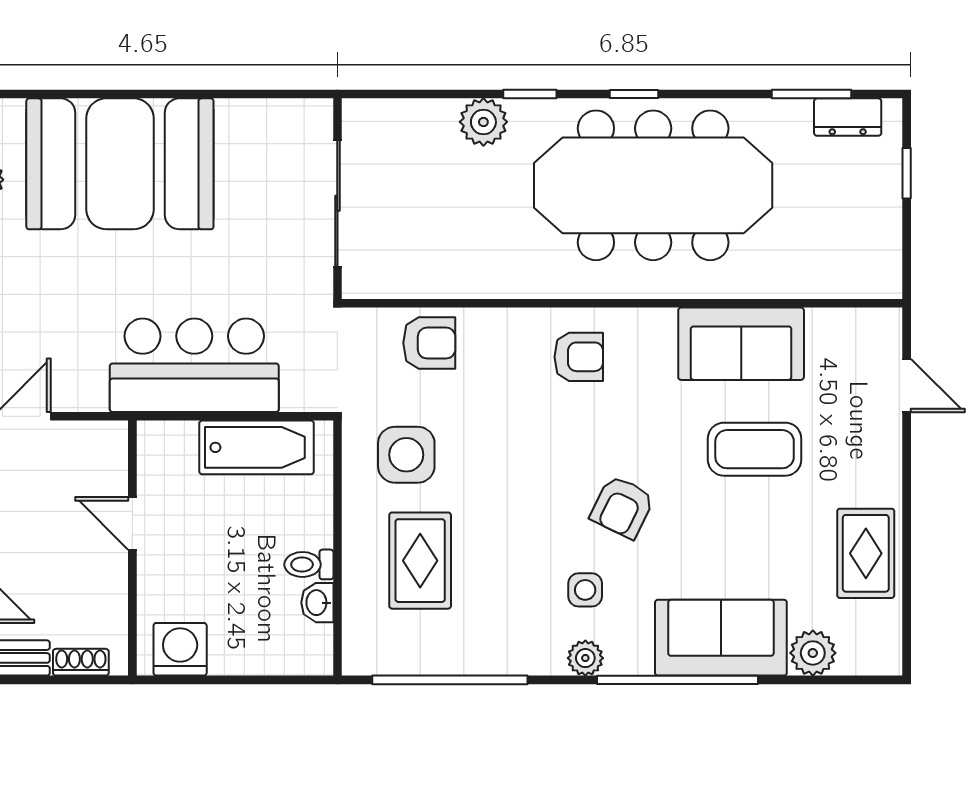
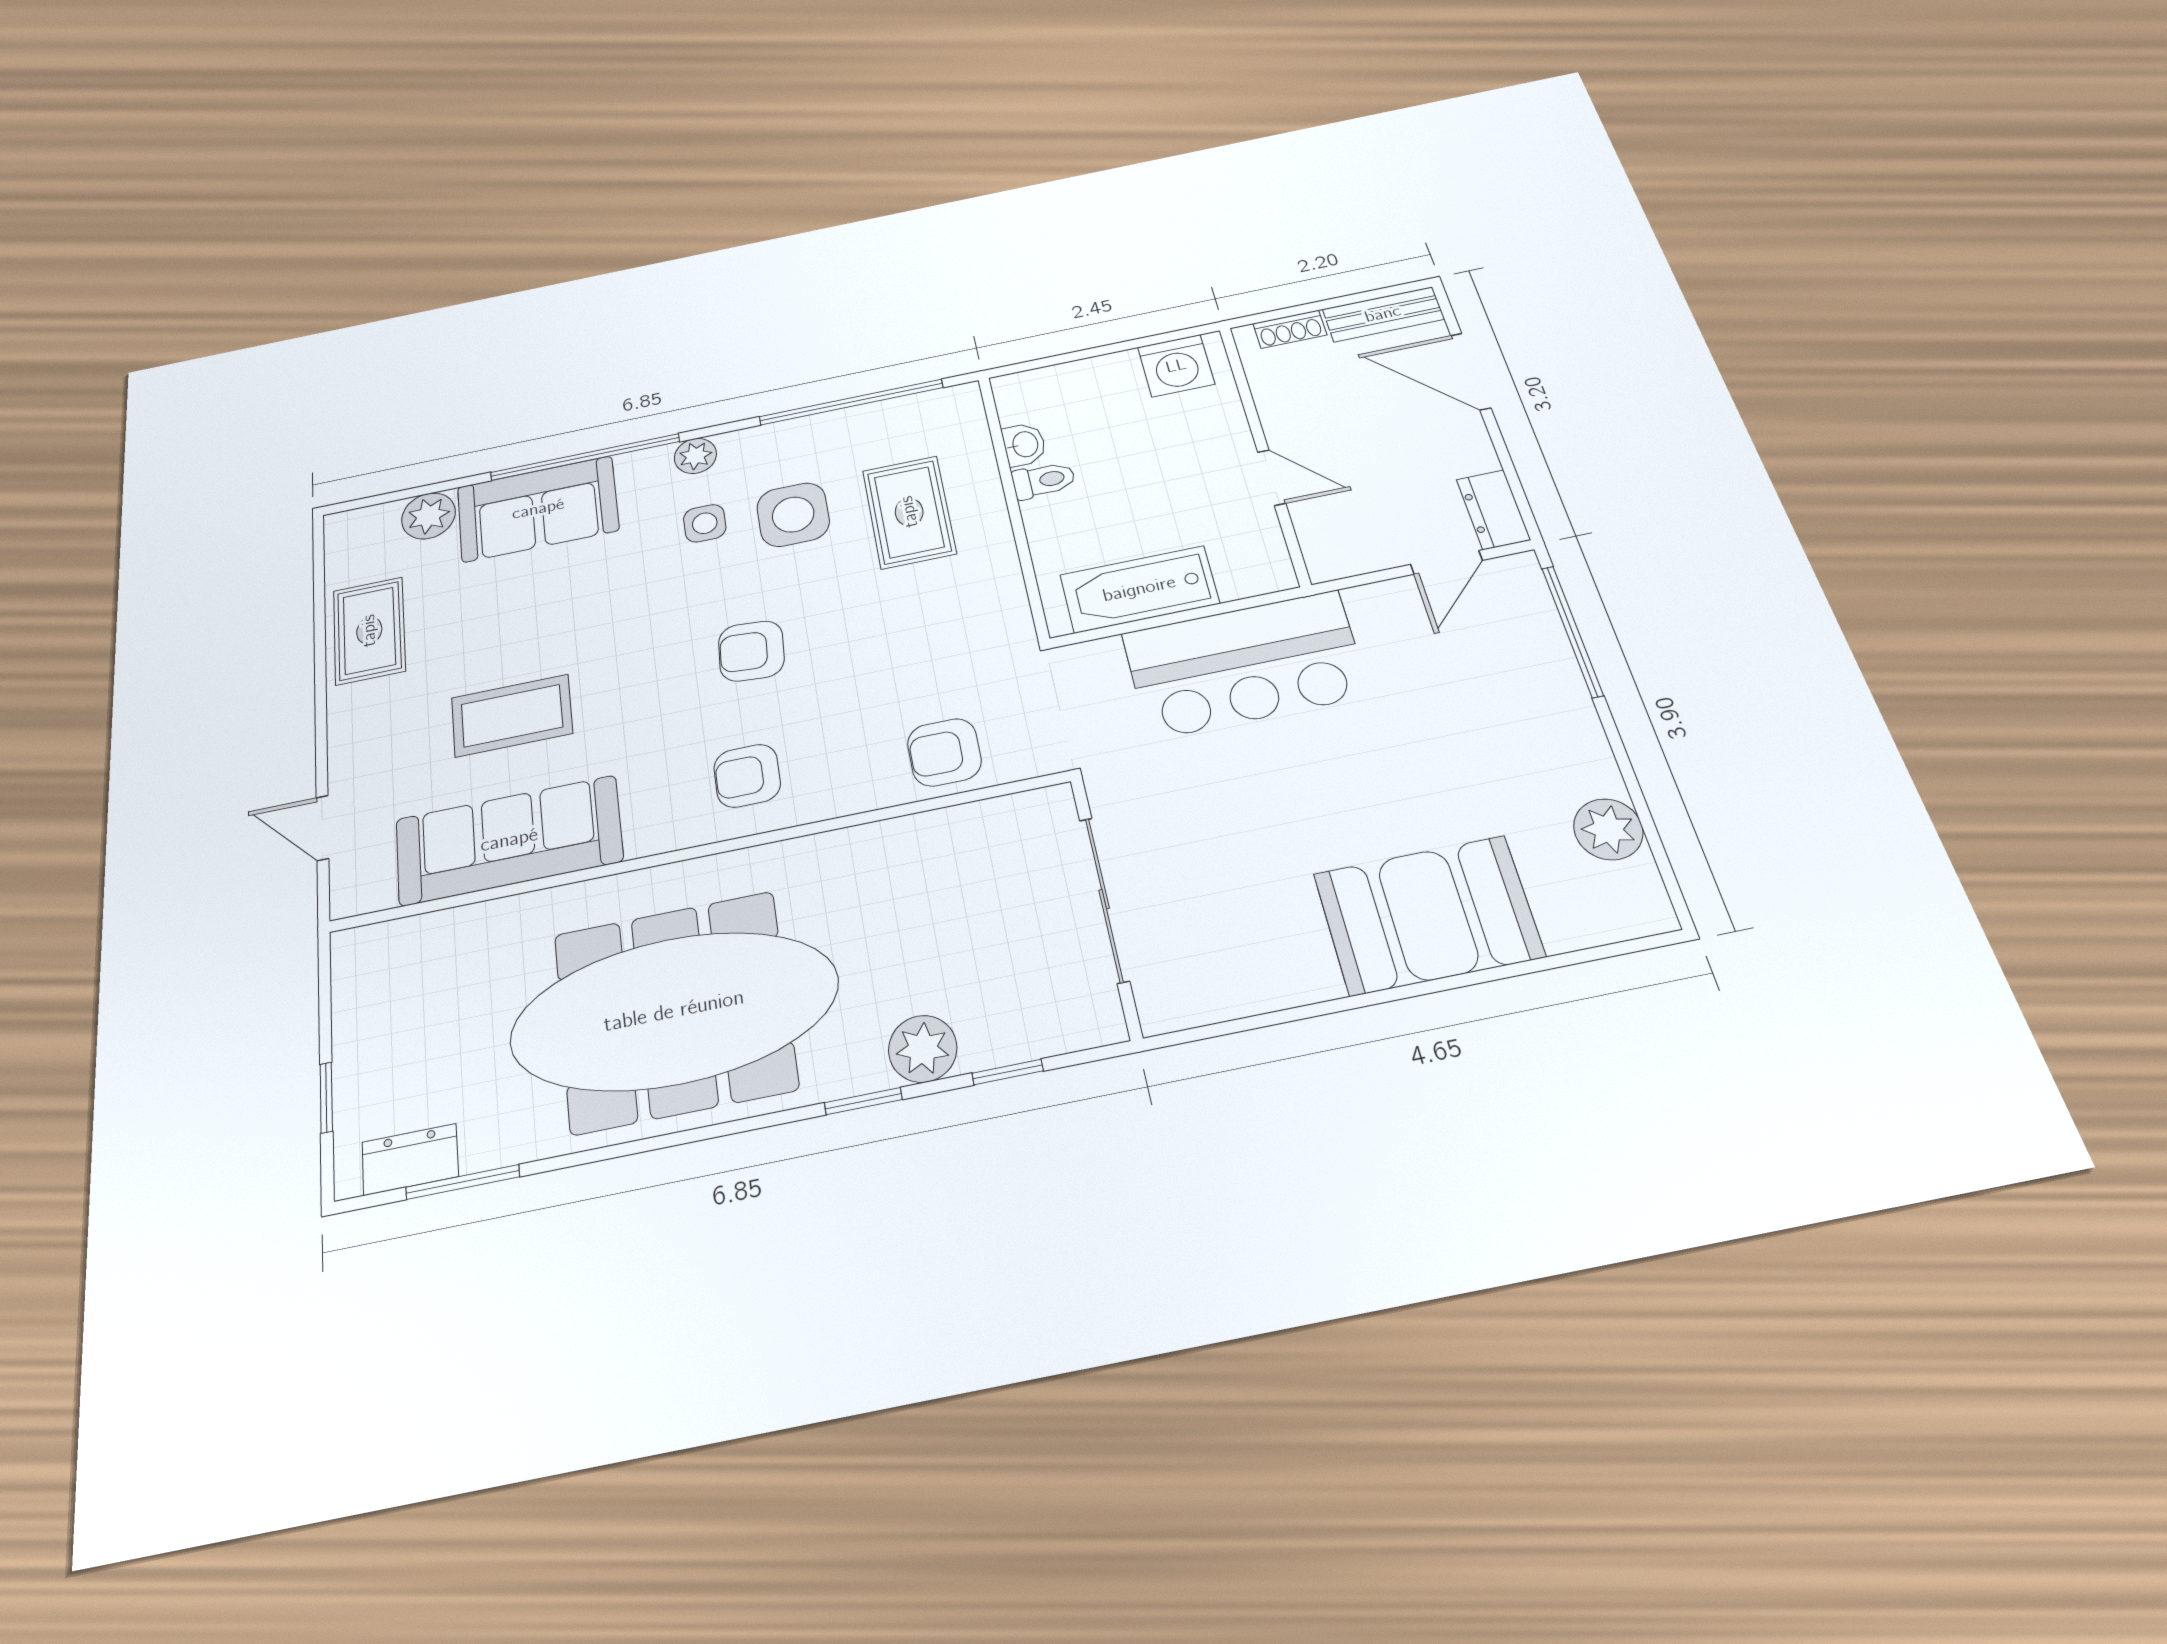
window: (634, 94) -> (1008, 1072), moved
booth: (120, 164) -> (1428, 915), width x0.73, depth x0.70
sofa: (741, 344) -> (509, 840), width x1.36
side table: (406, 455) -> (793, 515), moved
armchair: (622, 507) -> (751, 651), moved, turned -112

